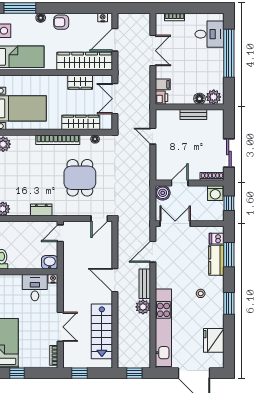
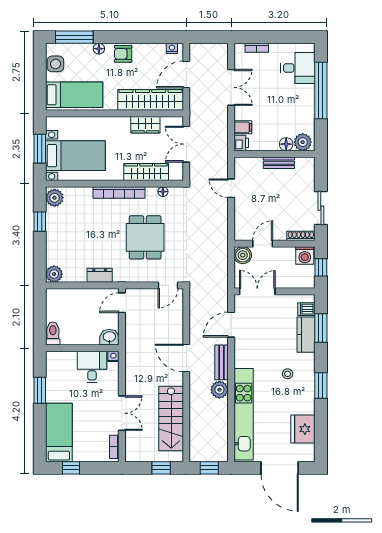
window: (79, 373) -> (161, 468), moved

